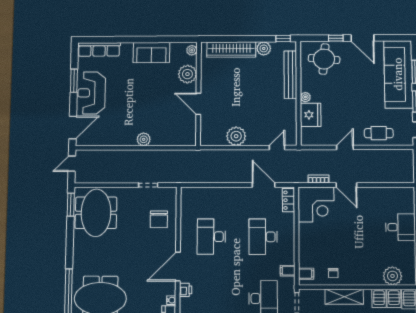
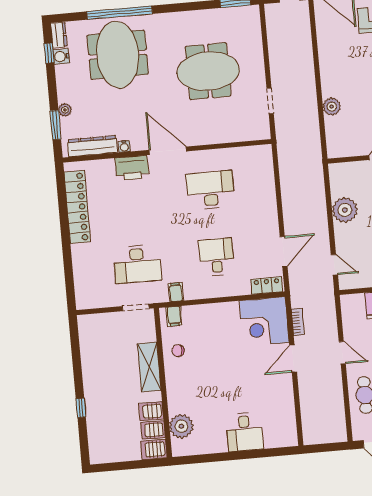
plant: (144, 139) -> (332, 107), moved
meeting table: (96, 213) -> (208, 71), moved
chair: (159, 219) -> (227, 120), removed
desk: (263, 237) -> (216, 257), width x0.73
printer: (186, 290) -> (132, 168), width x1.87, depth x1.48

